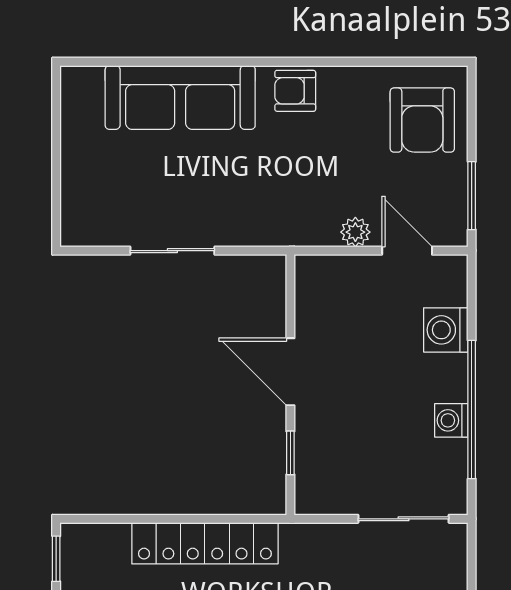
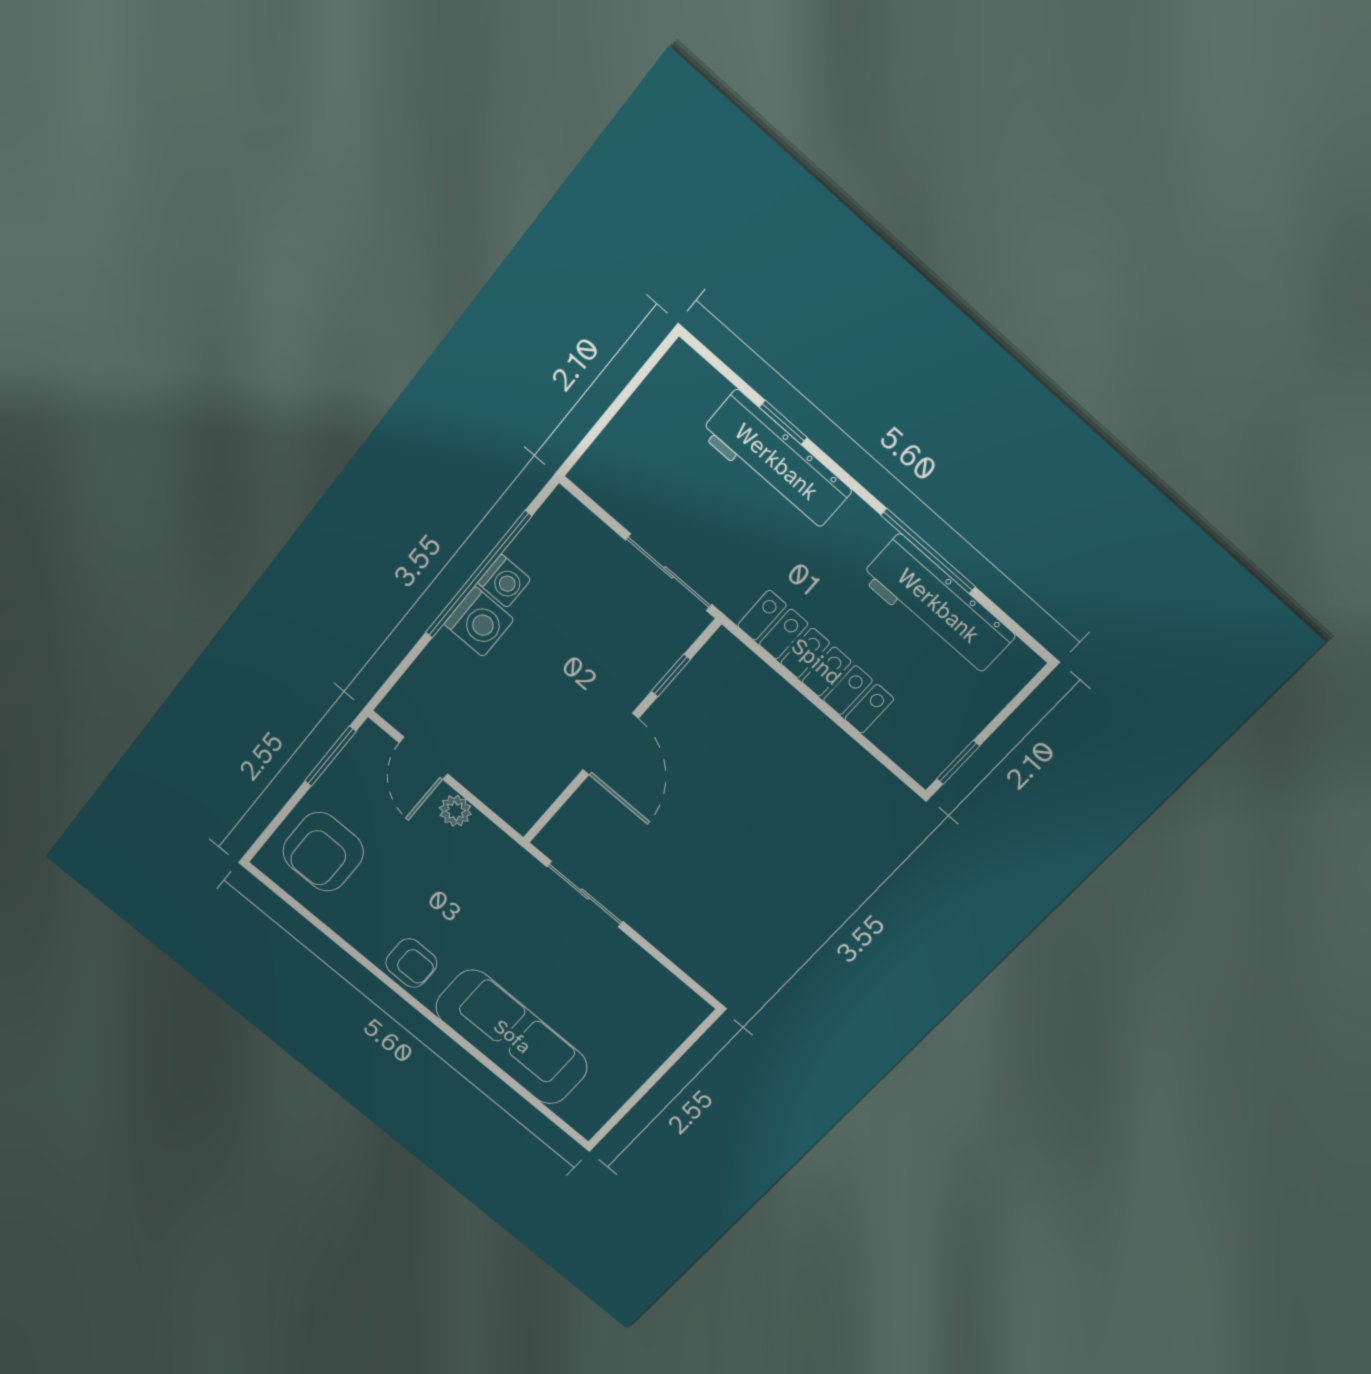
armchair: (422, 120) -> (323, 852), turned 180
sliding door: (172, 251) -> (585, 894), moved
washing machine: (446, 330) -> (479, 622), moved
sliding door: (404, 519) -> (669, 572), moved

